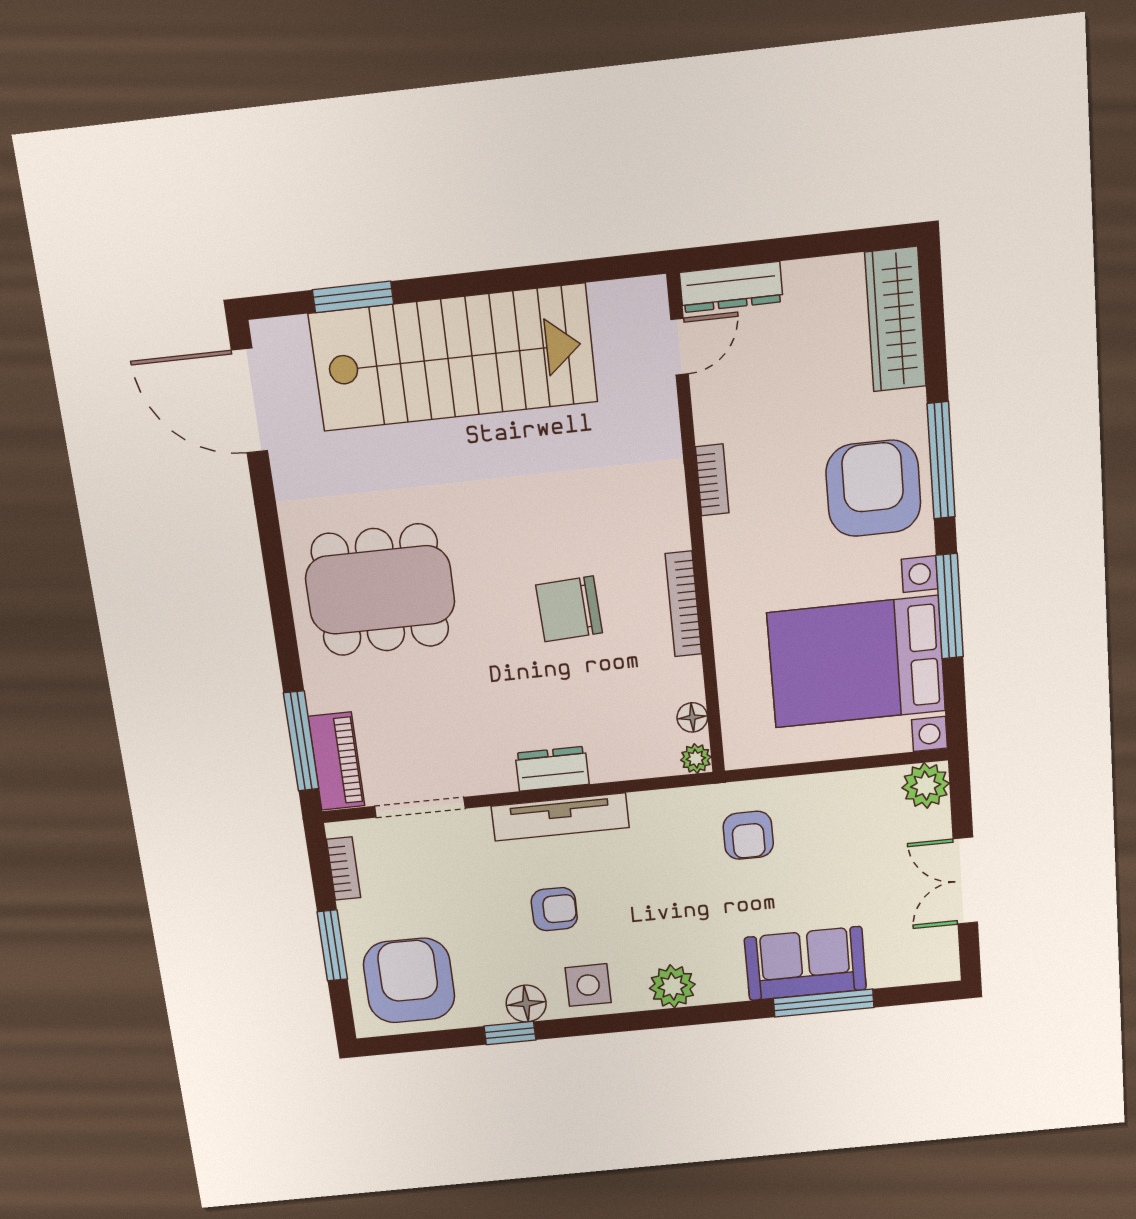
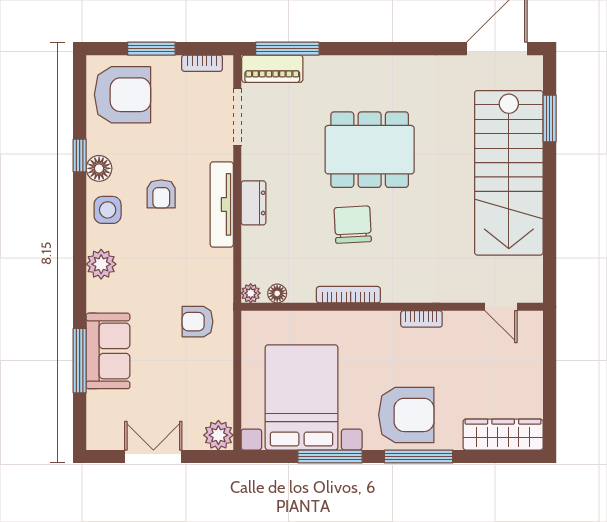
dresser: (731, 287) -> (532, 340), removed
dining table: (380, 590) -> (370, 150), moved, turned 90

